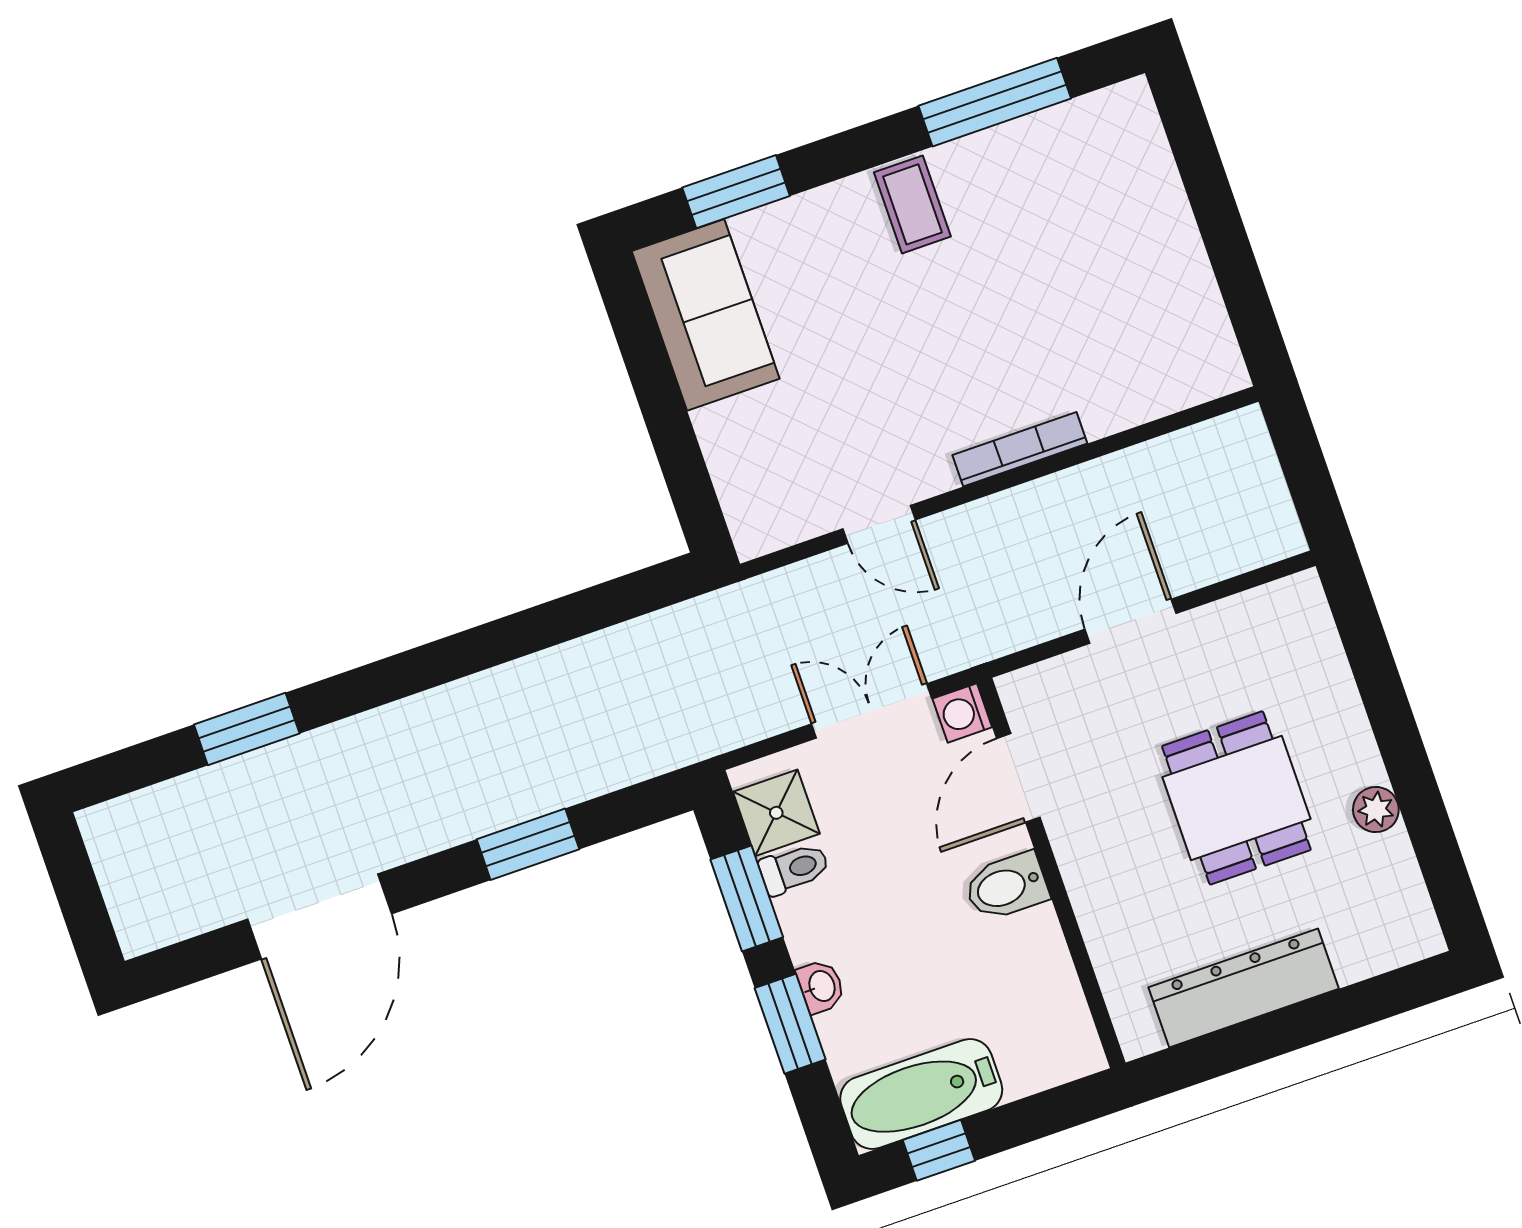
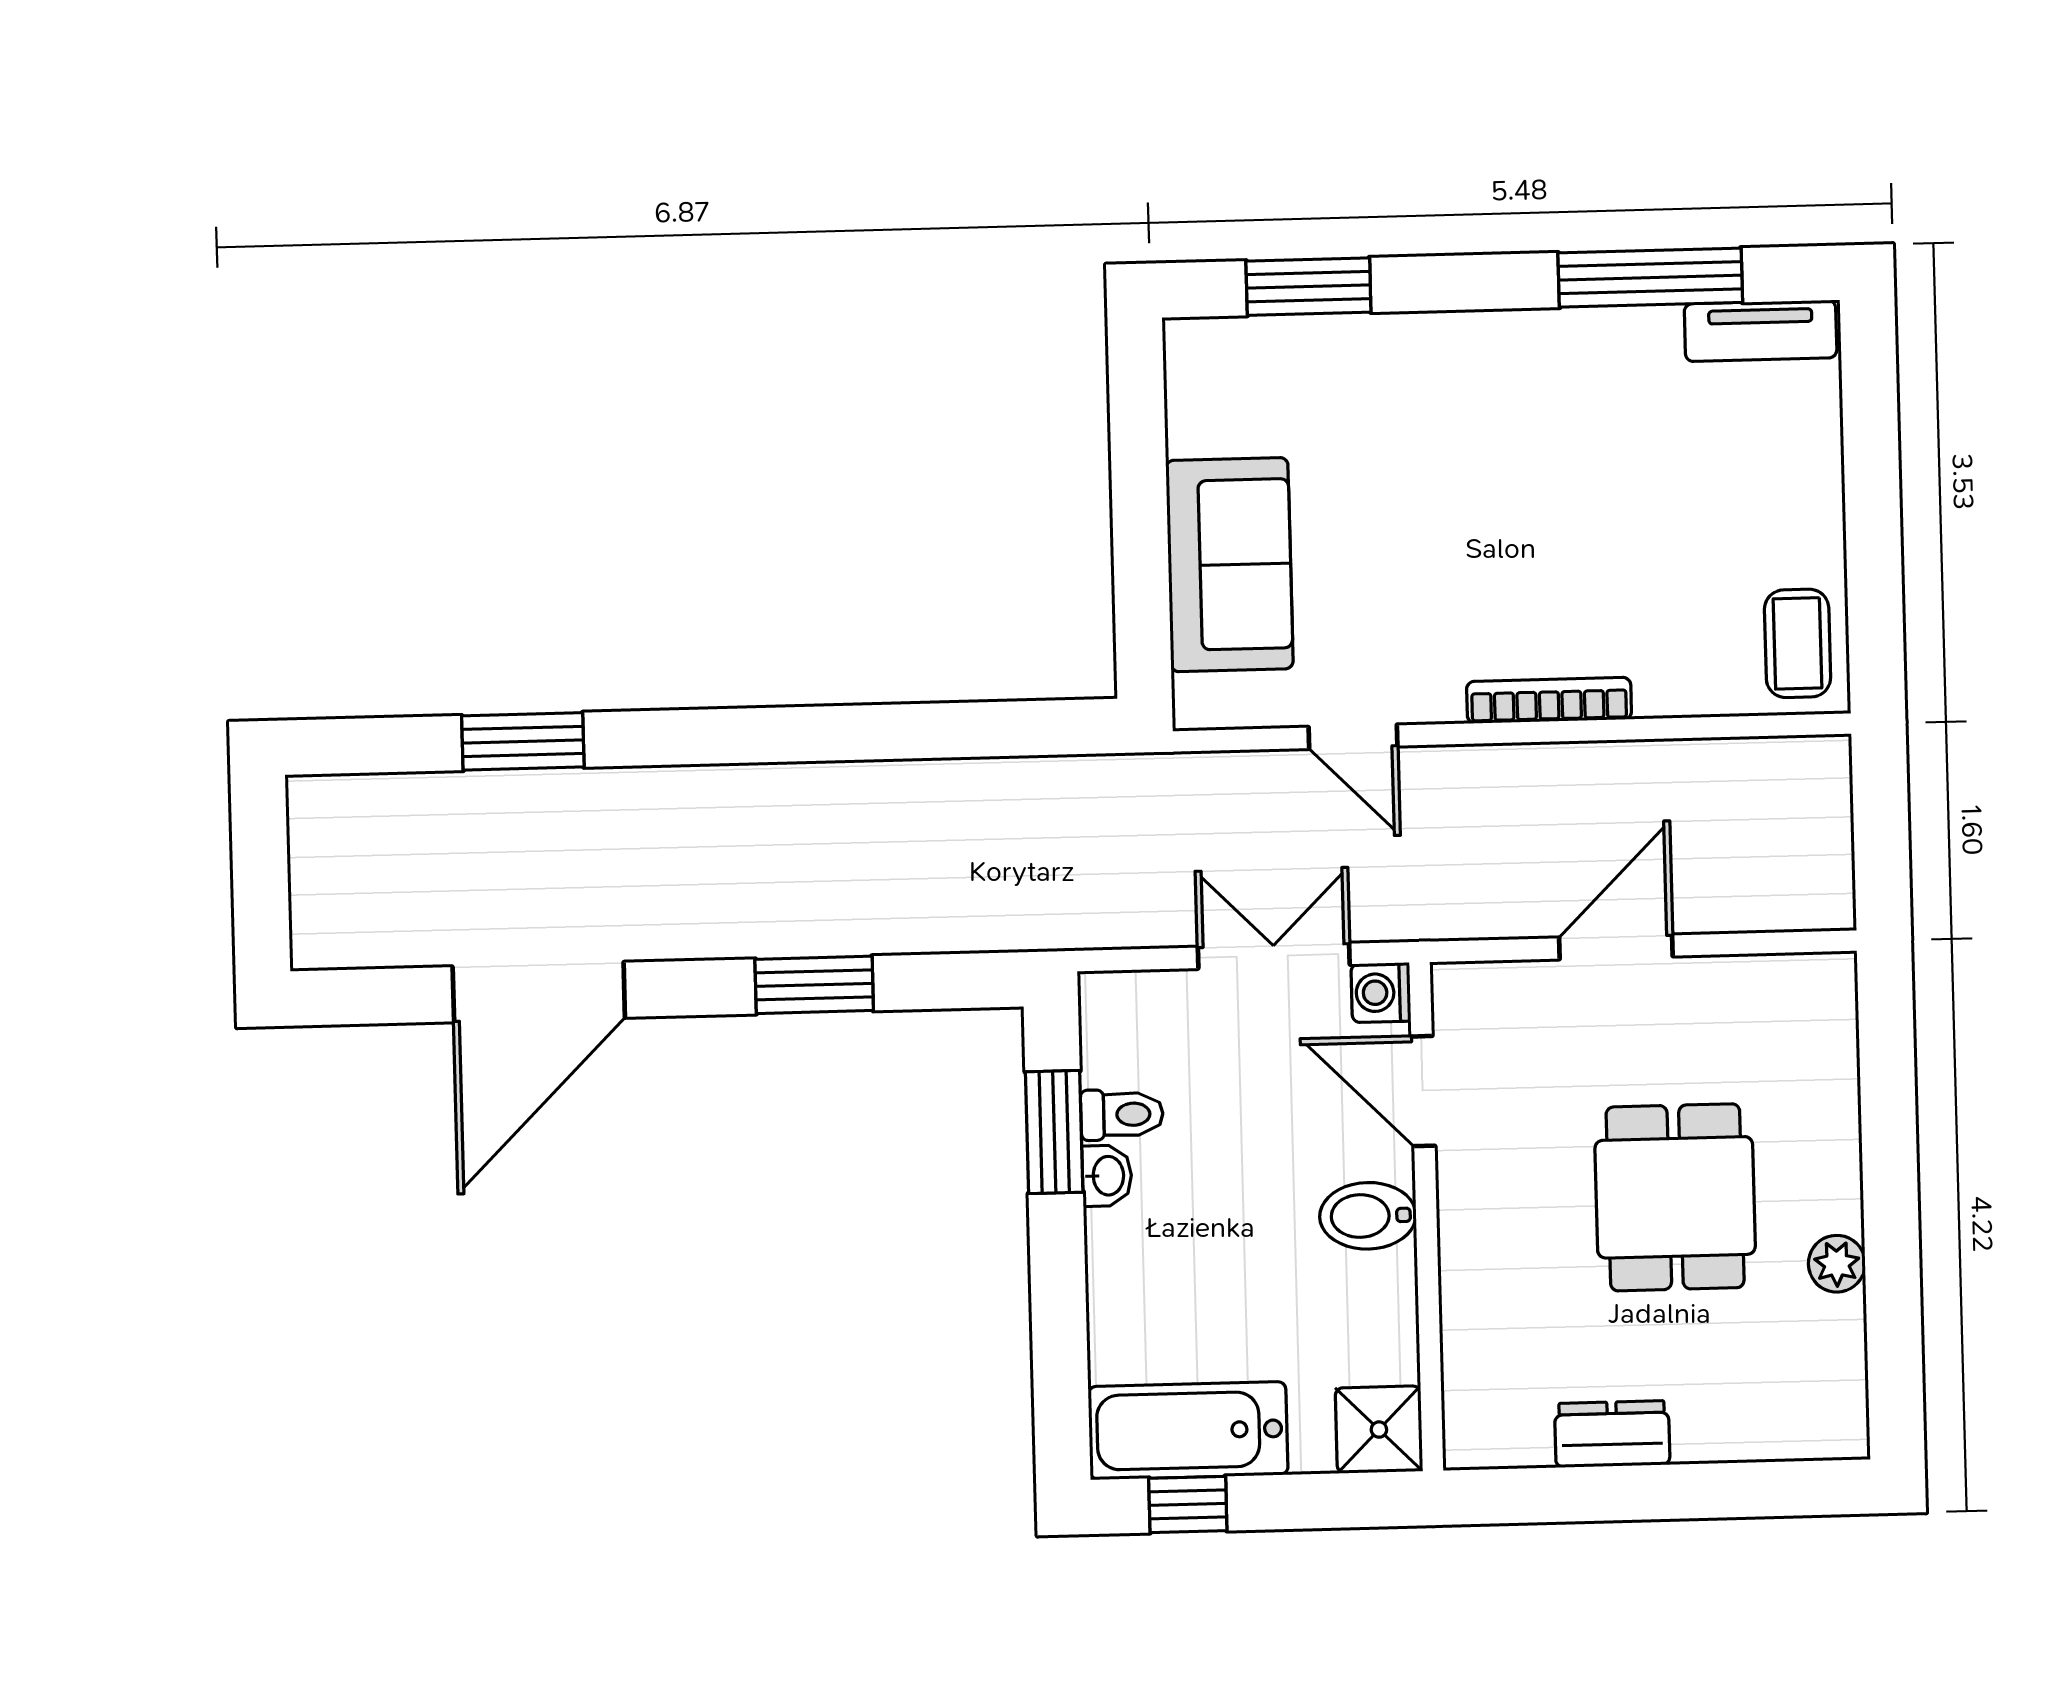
tv unit: (1092, 116) -> (1761, 331), added
coffee table: (912, 204) -> (1798, 643), moved
sofa: (706, 315) -> (1229, 565), moved
door: (1018, 778) -> (1423, 1091), hinge flipped
shower: (776, 813) -> (1379, 1430), moved
washbasin: (821, 986) -> (1107, 1176), moved
dresser: (1244, 988) -> (1612, 1434), width x0.51, depth x0.80
window: (790, 1024) -> (1059, 1298), removed

